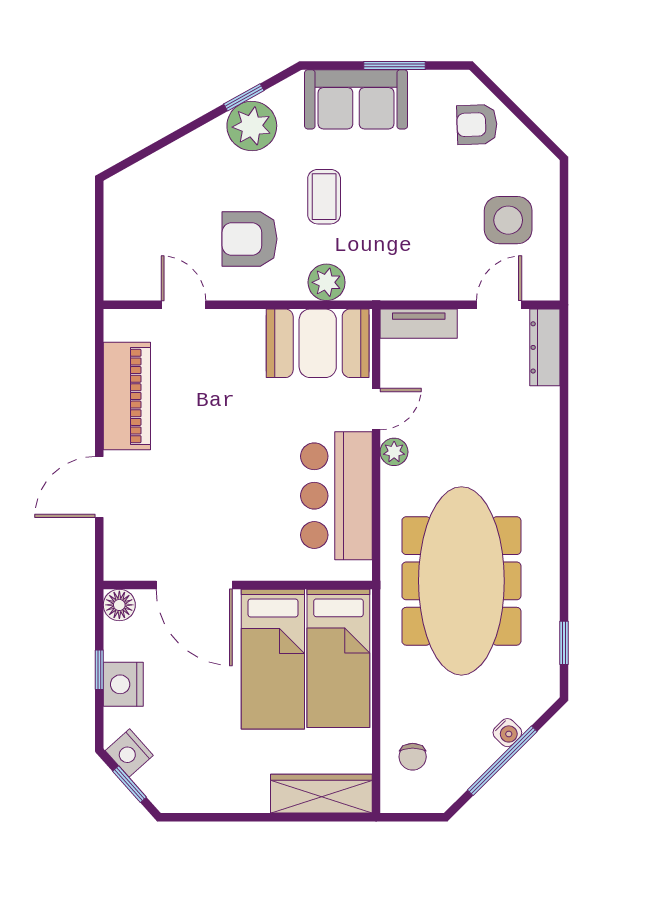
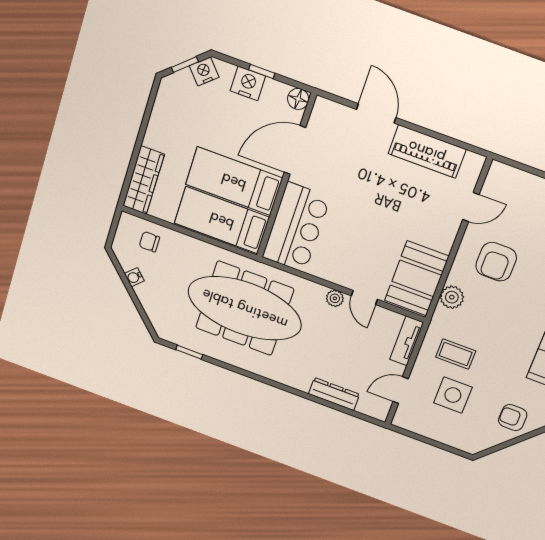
armchair: (477, 125) -> (513, 418), turned -88
coffee table: (324, 197) -> (456, 354), moved
side table: (508, 220) -> (453, 395), moved
armchair: (250, 239) -> (496, 262), turned 180
door: (499, 305) -> (401, 390), swing flipped
dresser: (545, 347) -> (334, 394), moved
bar counter: (336, 496) -> (296, 227), moved, turned 90
water cooler: (507, 733) -> (134, 277), moved
window: (502, 761) -> (131, 292), removed

